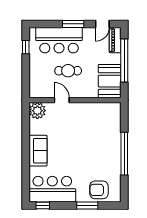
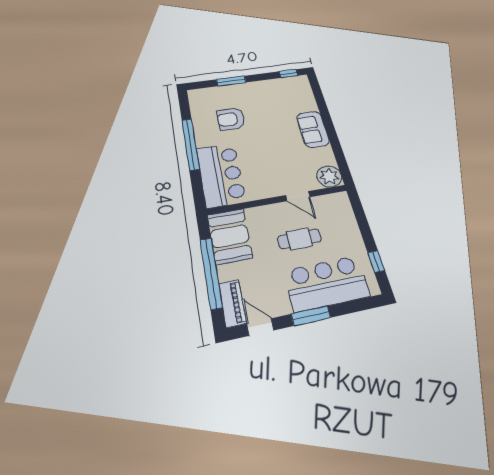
door: (102, 24) -> (260, 327), hinge flipped
bar counter: (52, 189) -> (221, 175), moved, turned -90
armchair: (99, 190) -> (231, 119), moved, turned 180

